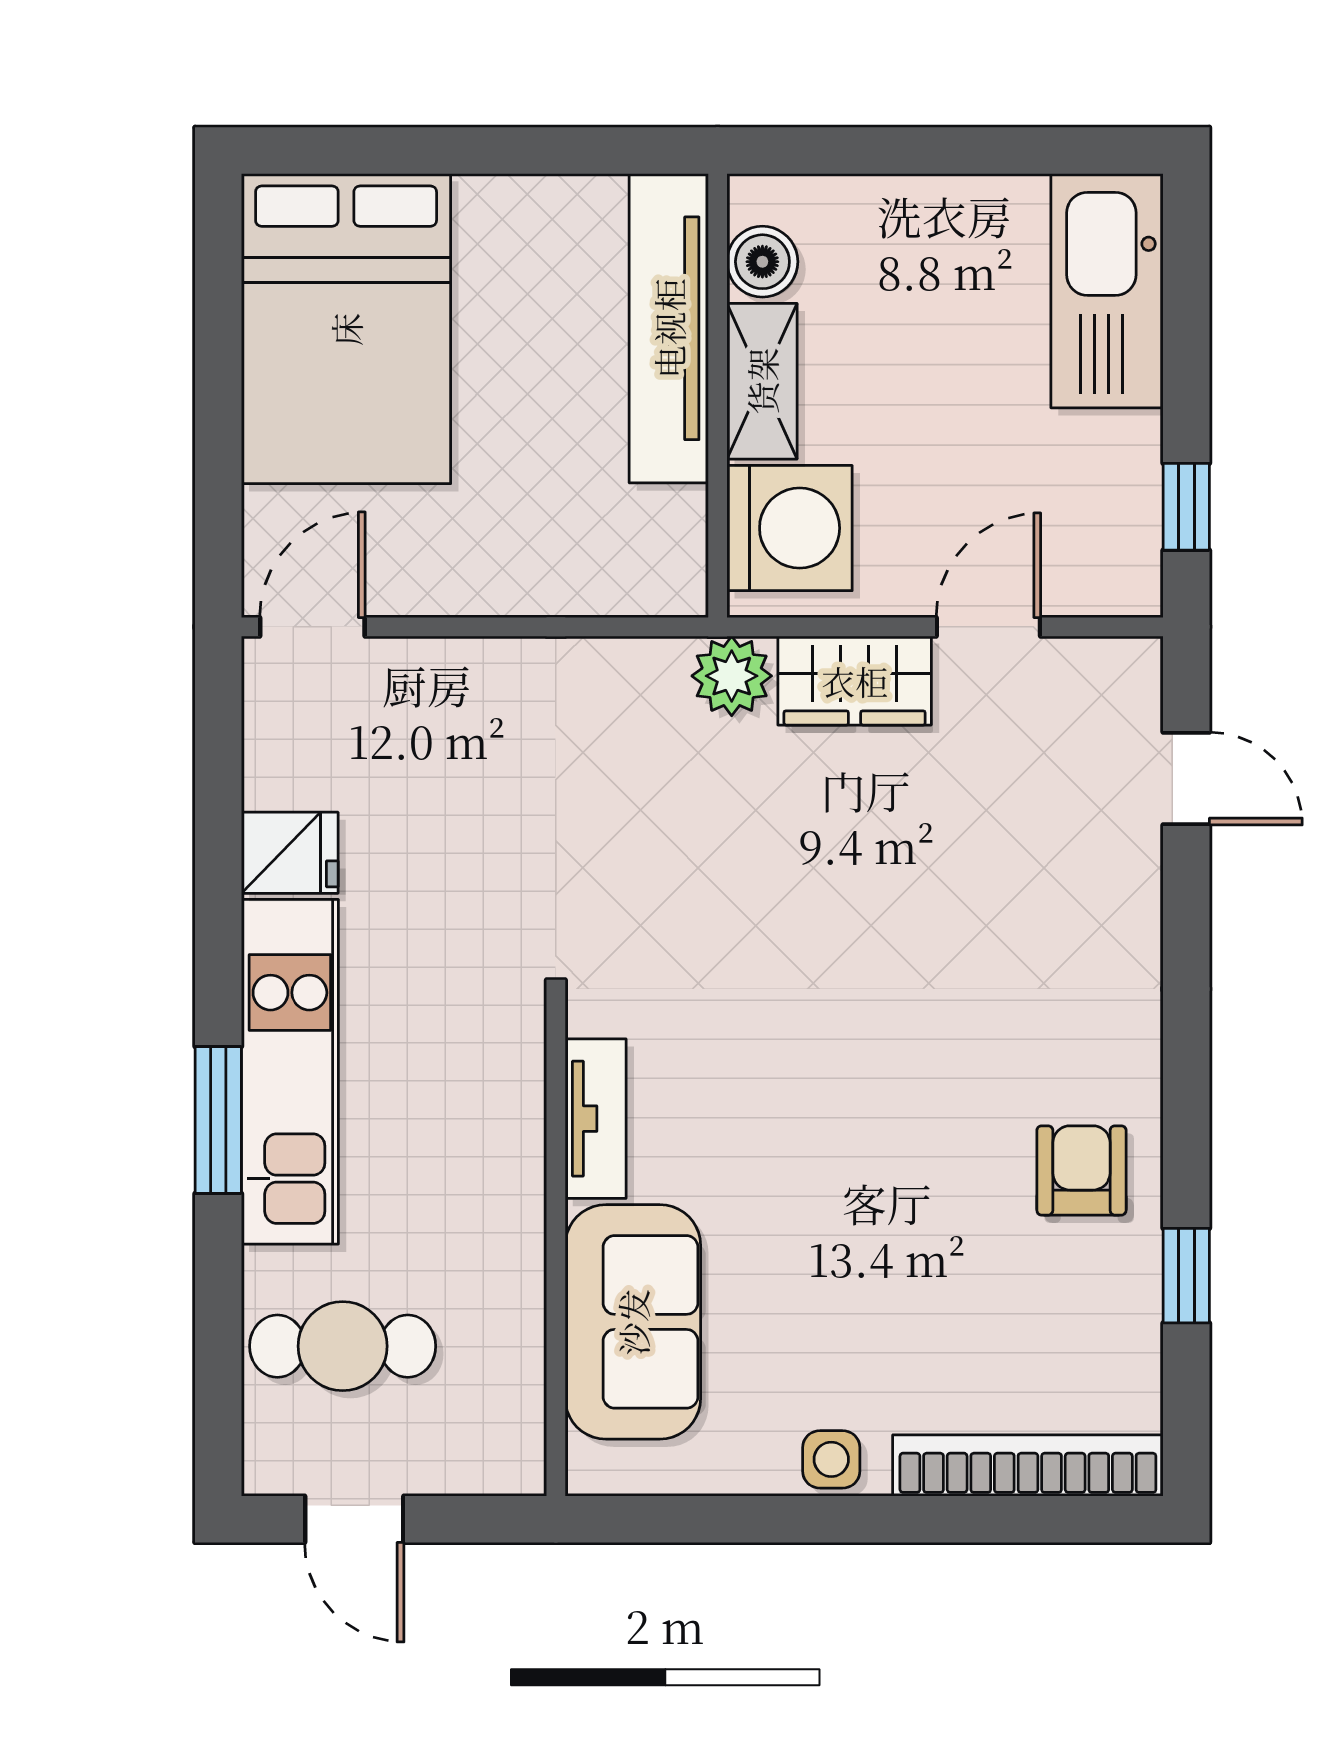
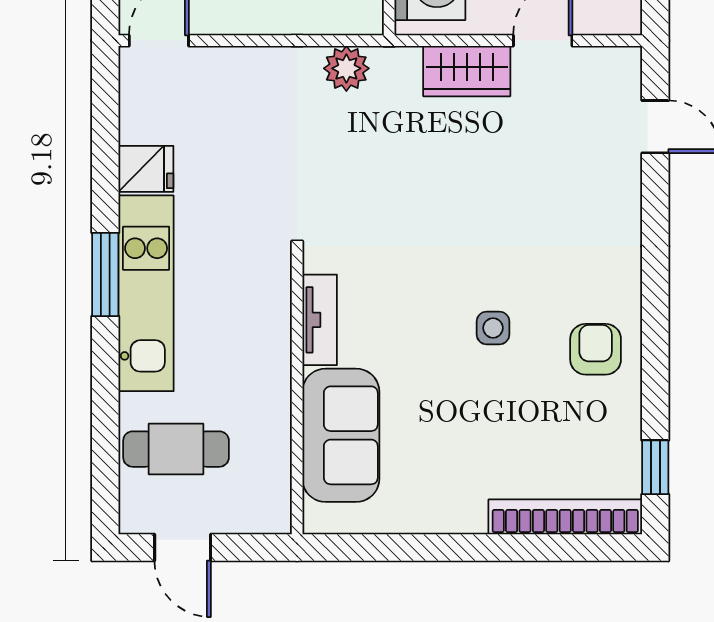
plant: (732, 676) -> (346, 68), moved
window: (218, 1120) -> (105, 274), moved
window: (1186, 1276) -> (655, 467), moved
side table: (831, 1459) -> (493, 328), moved

